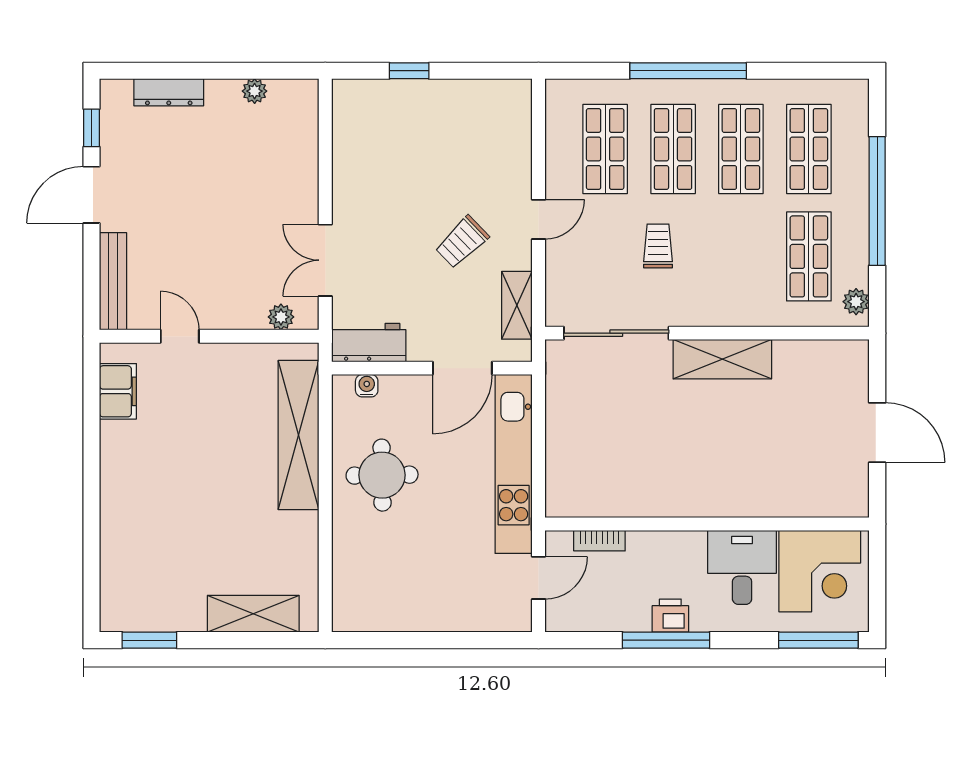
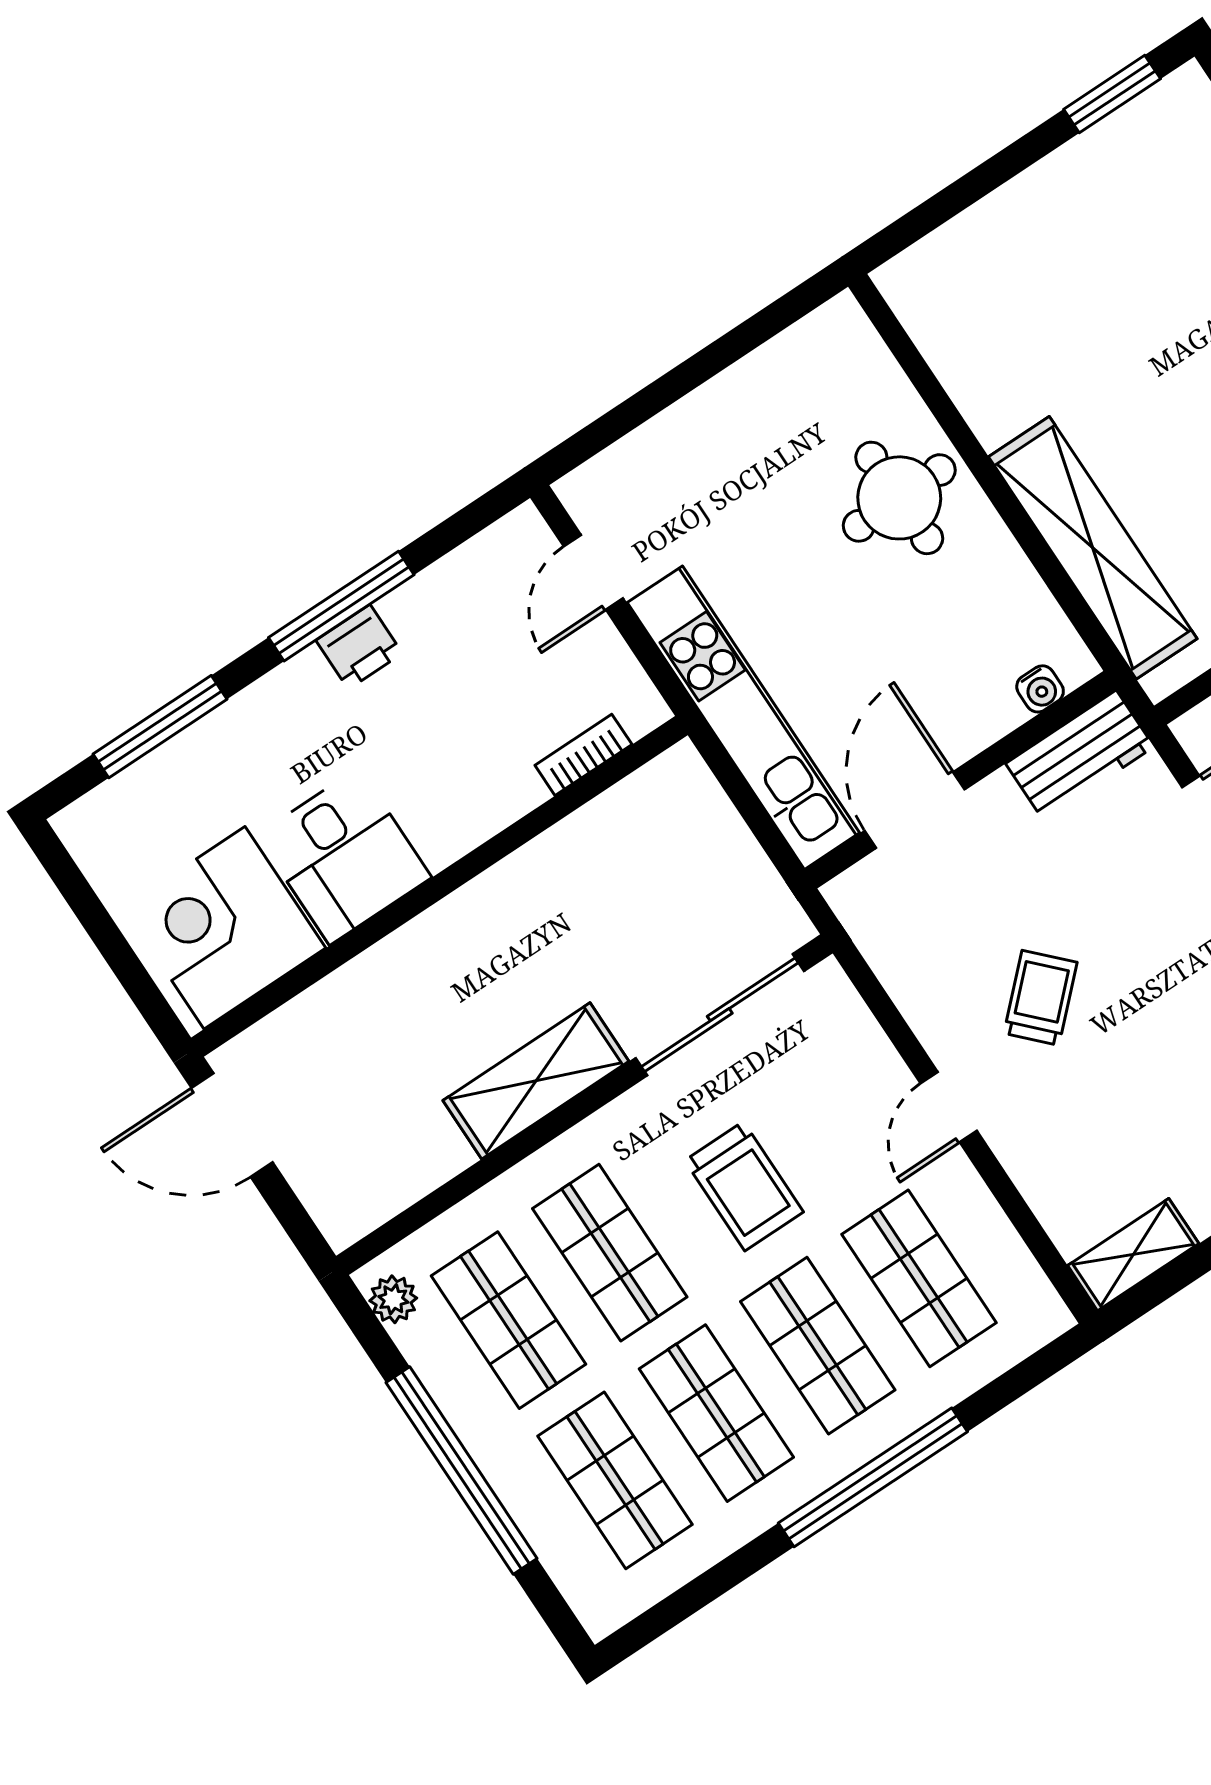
trolley: (658, 246) -> (744, 1186), width x1.36, depth x1.39
shop shelf: (741, 256) -> (610, 1253), added
shelving: (517, 305) -> (1133, 1255), moved, turned 90
round table: (382, 475) -> (899, 498), moved
wall: (707, 524) -> (439, 886), moved
bookcase: (599, 541) -> (583, 755), moved
desk: (742, 567) -> (344, 856), moved
corner desk: (820, 571) -> (225, 928), moved
shelving: (253, 614) -> (983, 236), removed
window: (818, 640) -> (160, 727), moved

